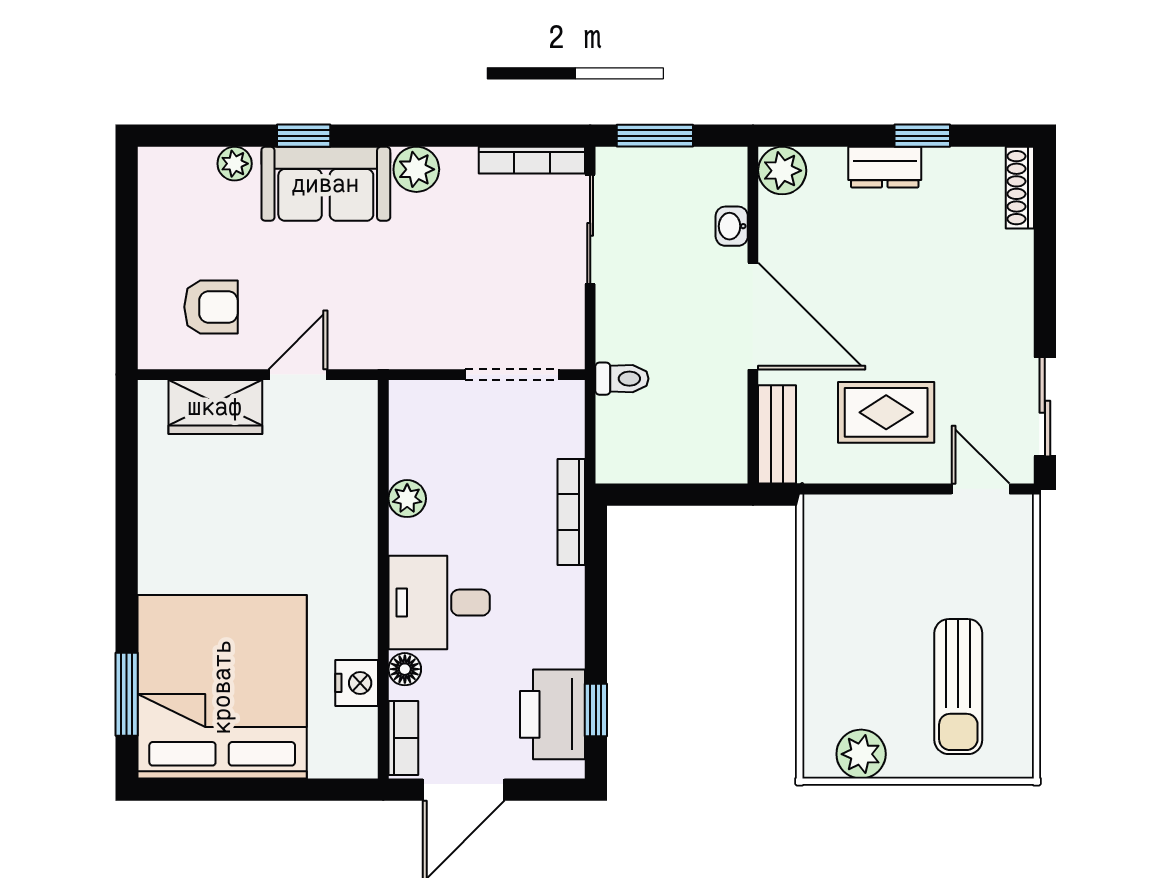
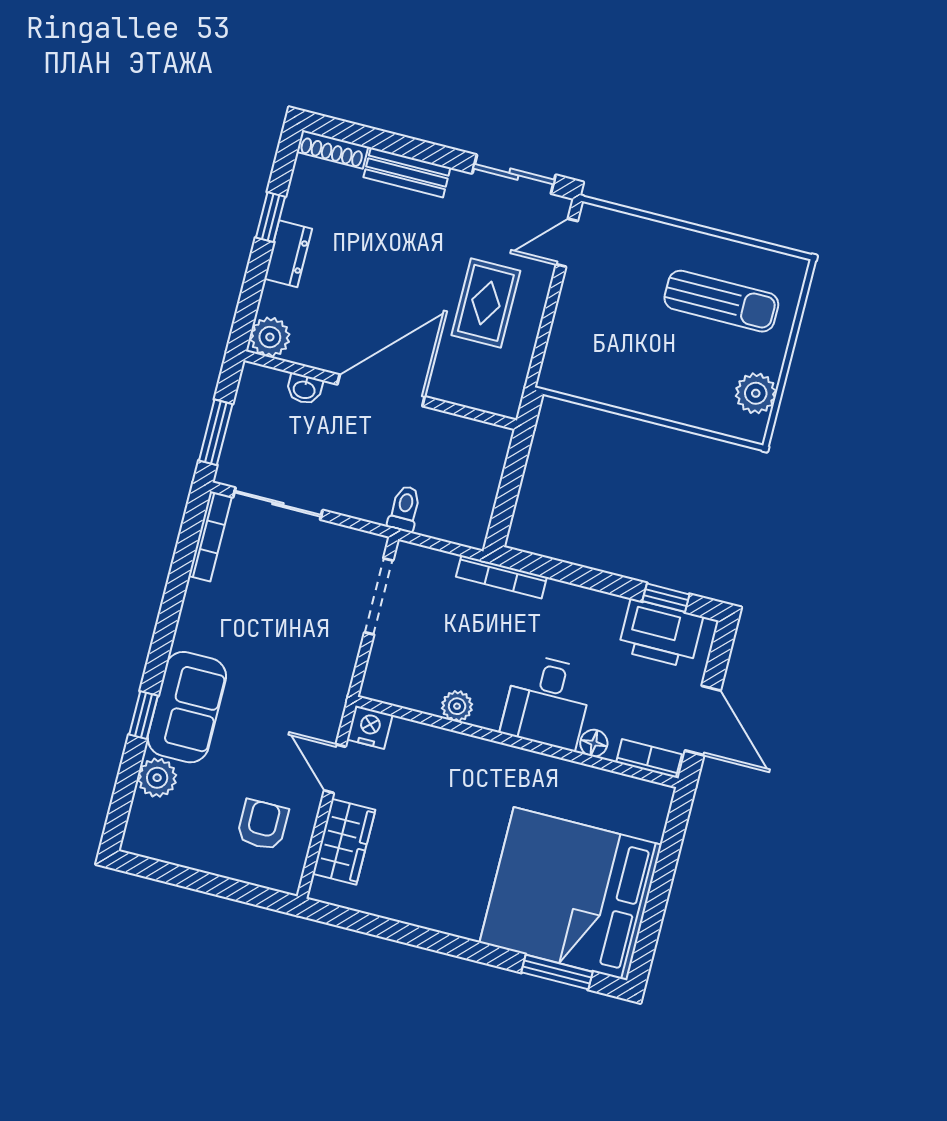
plant: (235, 164) -> (157, 778), width x1.38, depth x1.38
plant: (416, 169) -> (194, 631), removed
bench: (777, 434) -> (407, 172), moved
nightstand: (357, 683) -> (370, 727), moved

